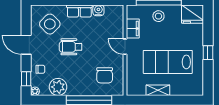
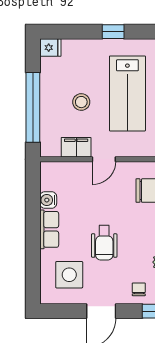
fridge: (192, 14) -> (50, 48), width x0.53, depth x0.75
stool: (158, 16) -> (81, 102), moved
side table: (50, 24) -> (69, 275), turned 45

